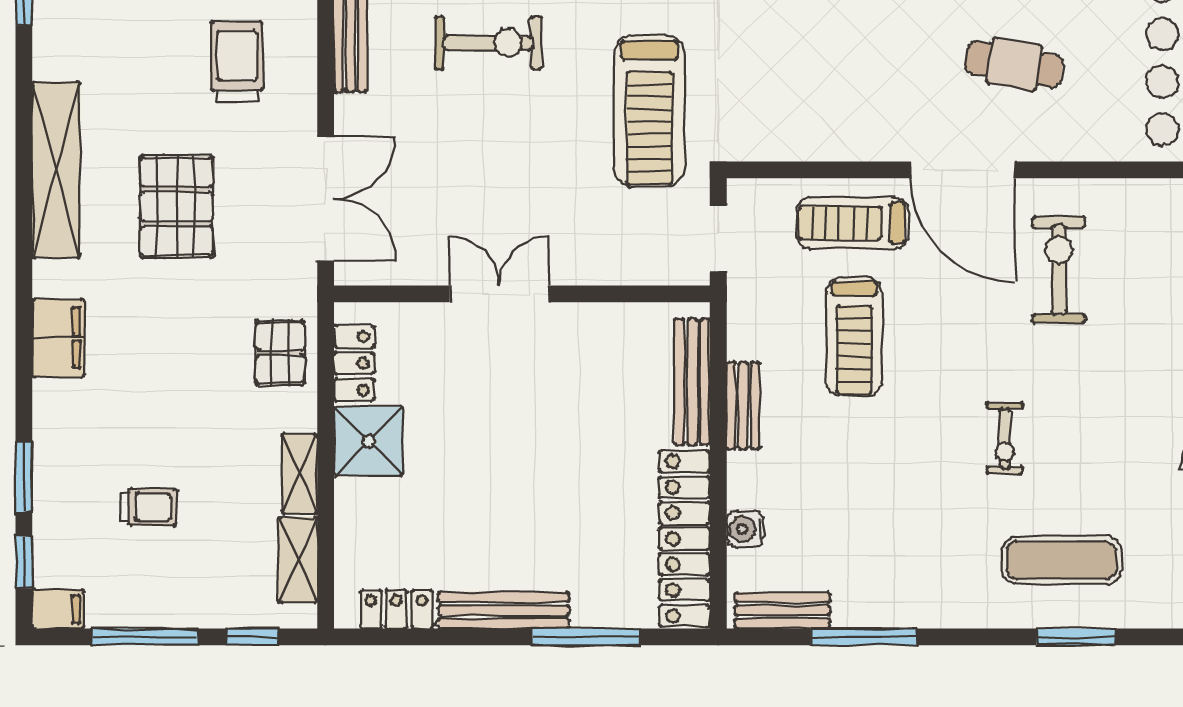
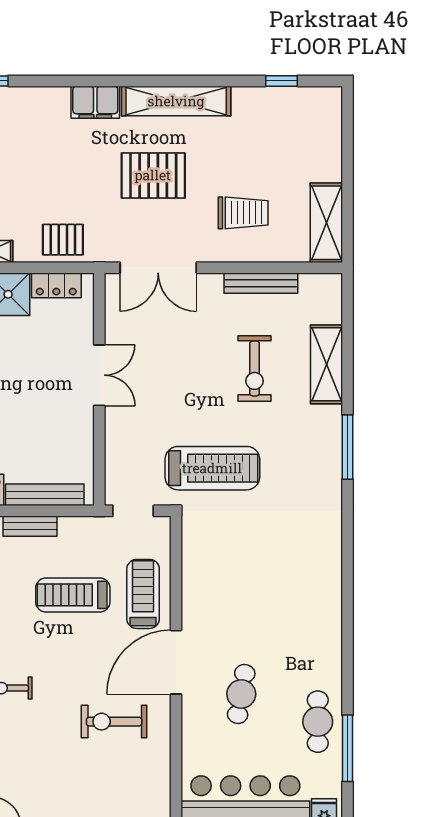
treadmill: (649, 111) -> (212, 468), turned 180
exercise bike: (1059, 270) -> (114, 722), turned 180
filing cabinet: (58, 338) -> (95, 102), moved

